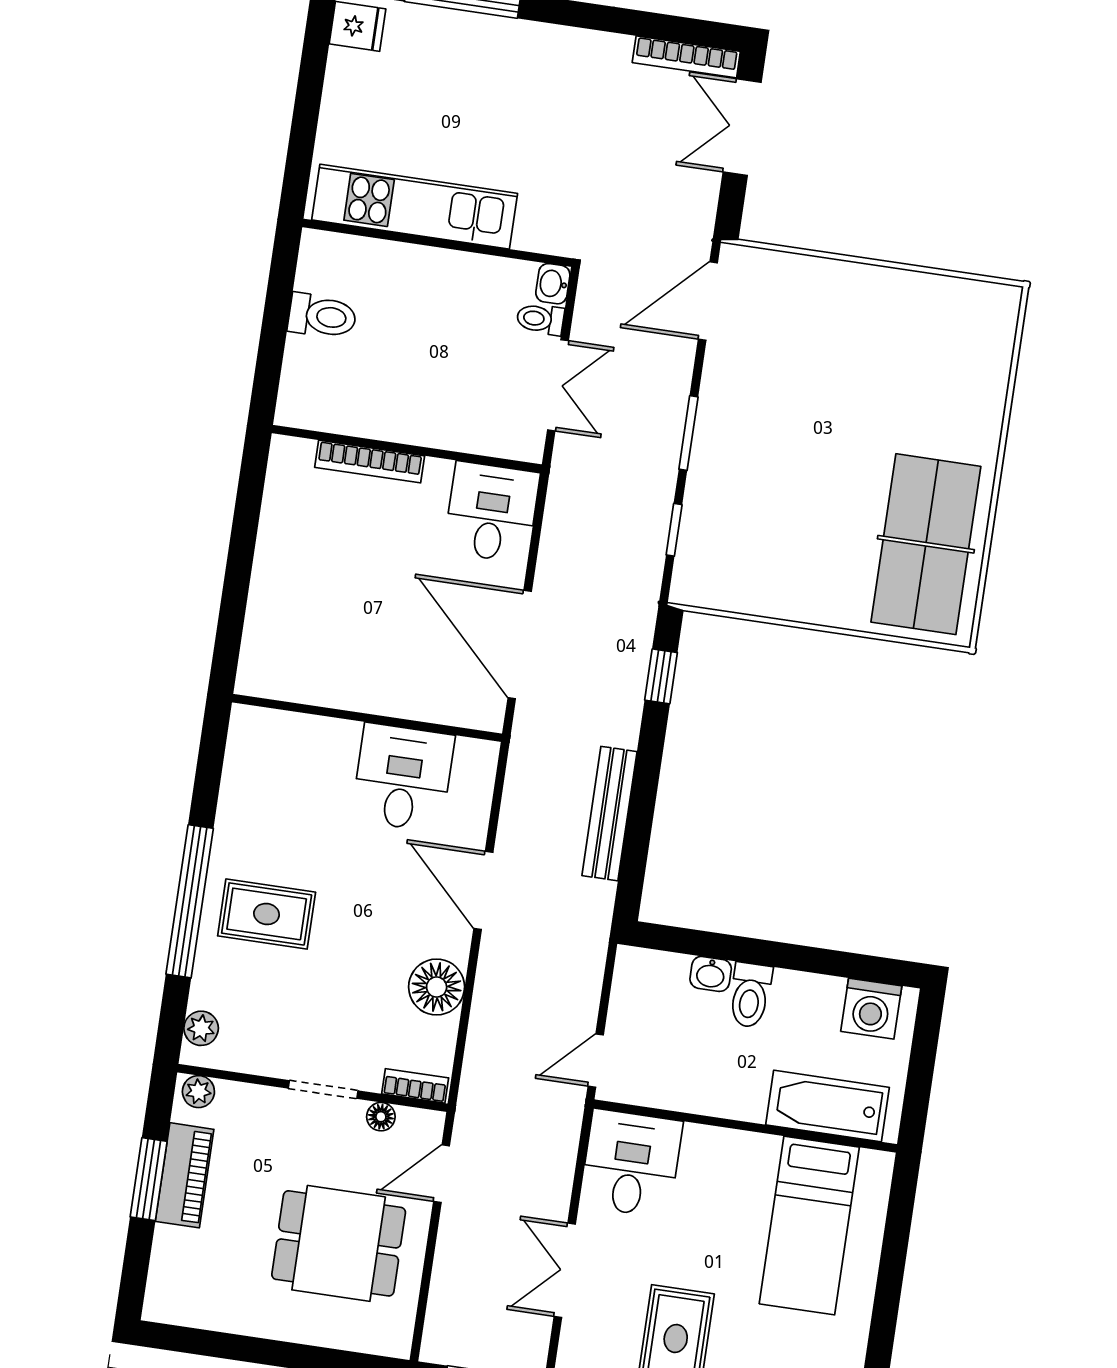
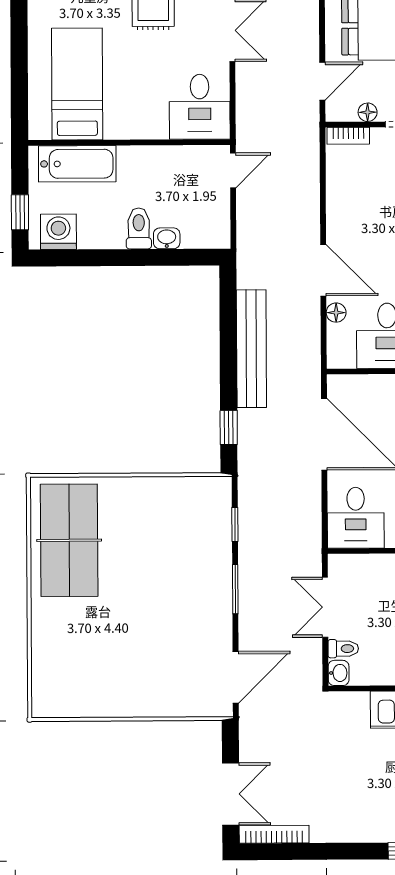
bench: (609, 814) -> (251, 349), width x1.37, depth x1.21
floor lamp: (437, 987) -> (336, 313), moved, width x0.53, depth x0.53
window: (924, 1047) -> (20, 212), added

